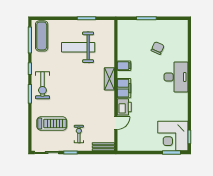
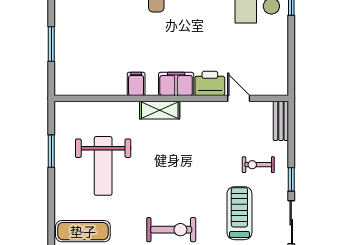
chair: (158, 48) -> (105, 24), removed

